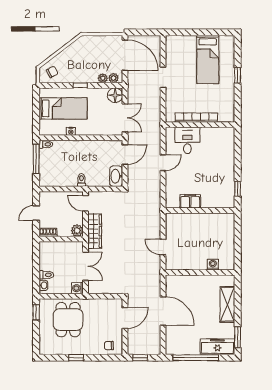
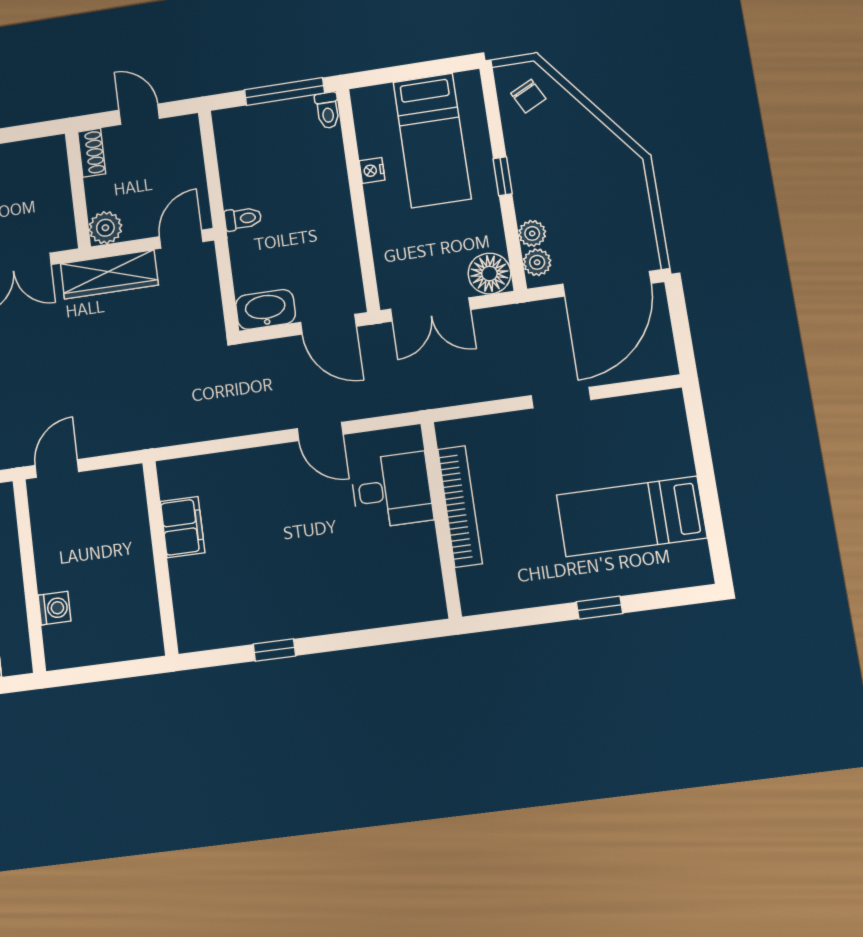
filing cabinet: (190, 201) -> (182, 527), moved
wall: (200, 210) -> (160, 558), moved
door: (163, 247) -> (57, 468), moved

